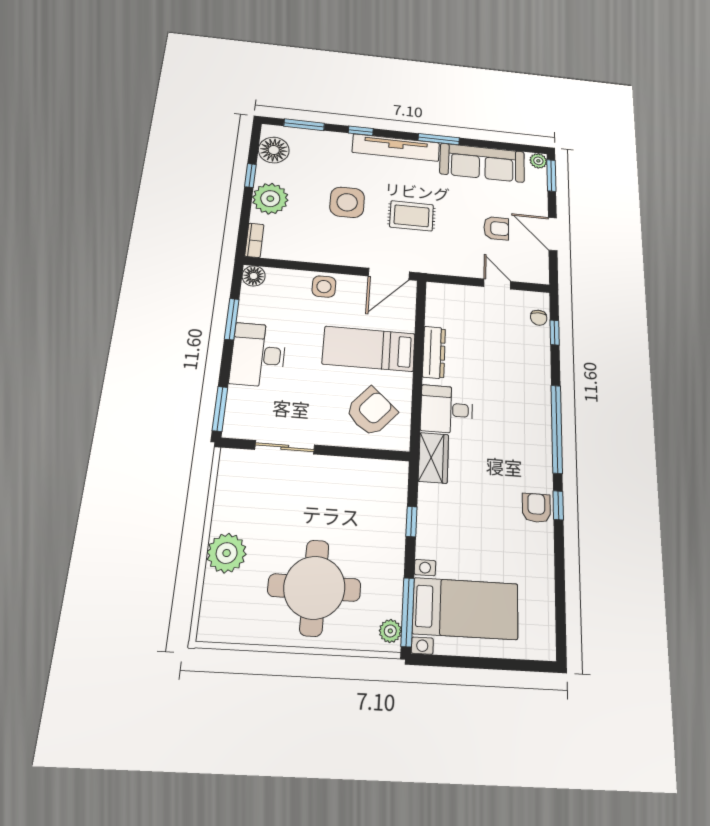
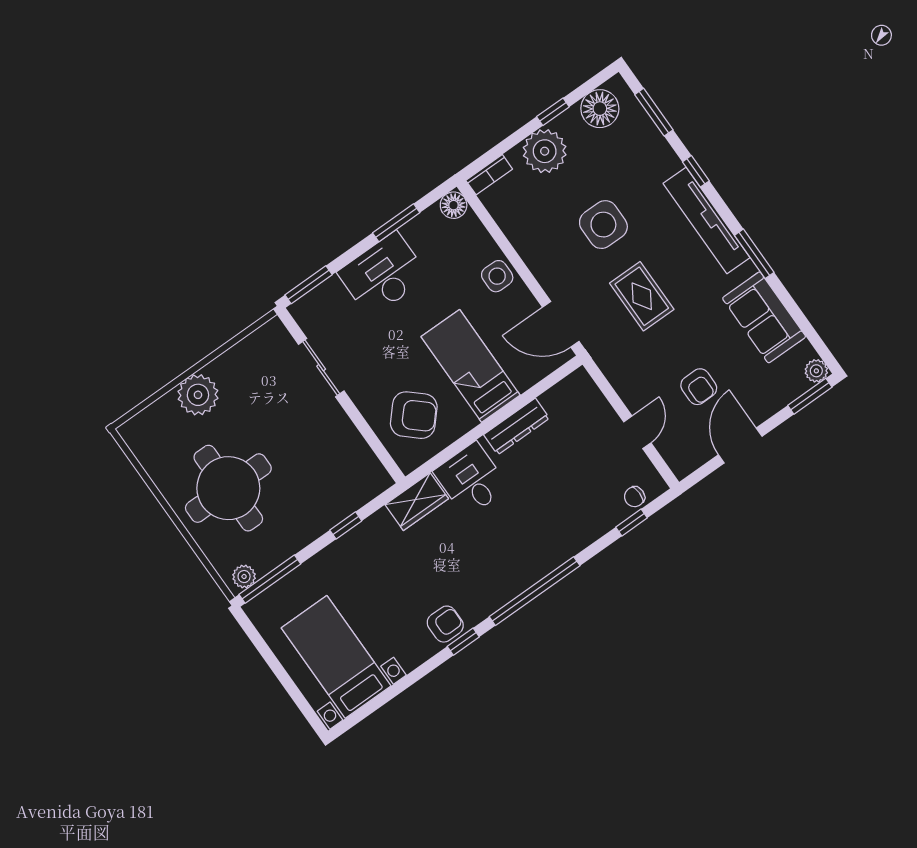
sofa: (482, 163) -> (764, 317), width x0.73
bed with nightstands: (466, 609) -> (336, 657), moved, turned 180

